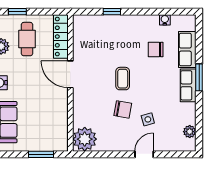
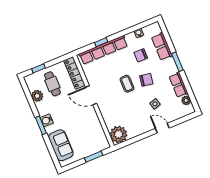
row of seats: (110, 23) -> (103, 50), added
row of seats: (188, 85) -> (178, 85), moved
chair: (123, 109) -> (146, 80), moved
door: (144, 154) -> (162, 128), hinge flipped

